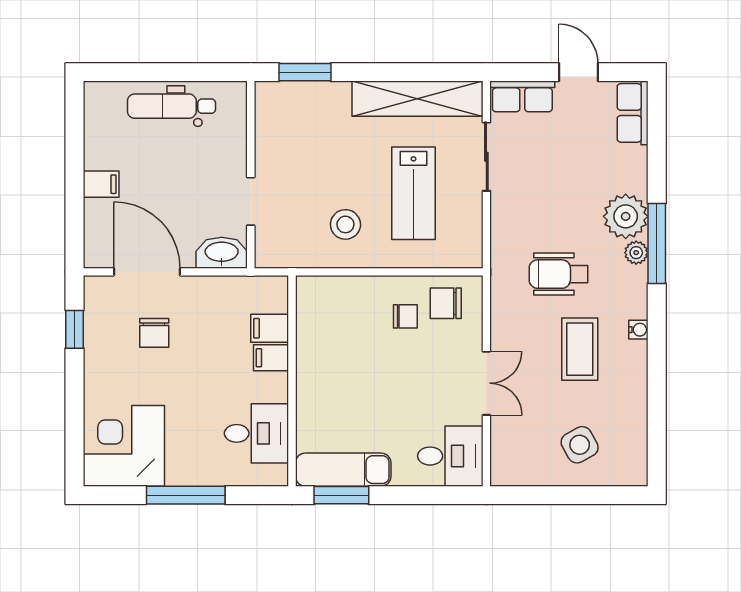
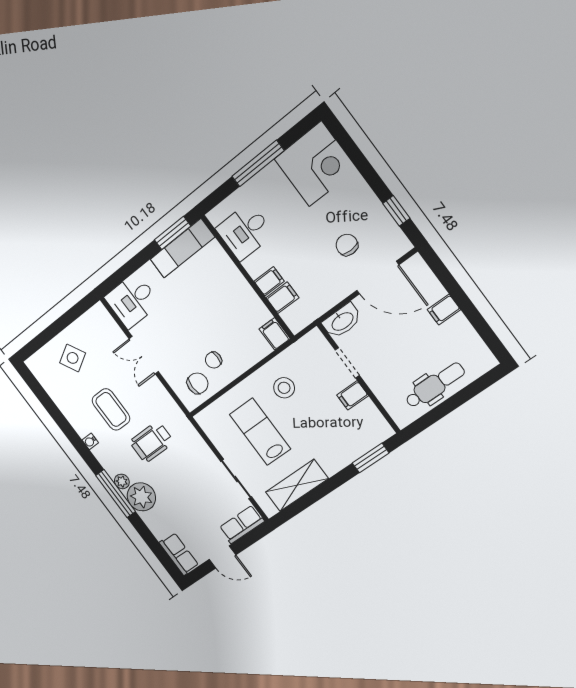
shelving: (417, 99) -> (297, 485), width x0.68
filing cabinet: (272, 160) -> (353, 395), added
wheelchair: (559, 274) -> (152, 442), turned 180
filing cabinet: (310, 294) -> (275, 334), added

